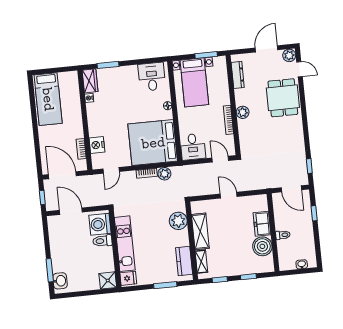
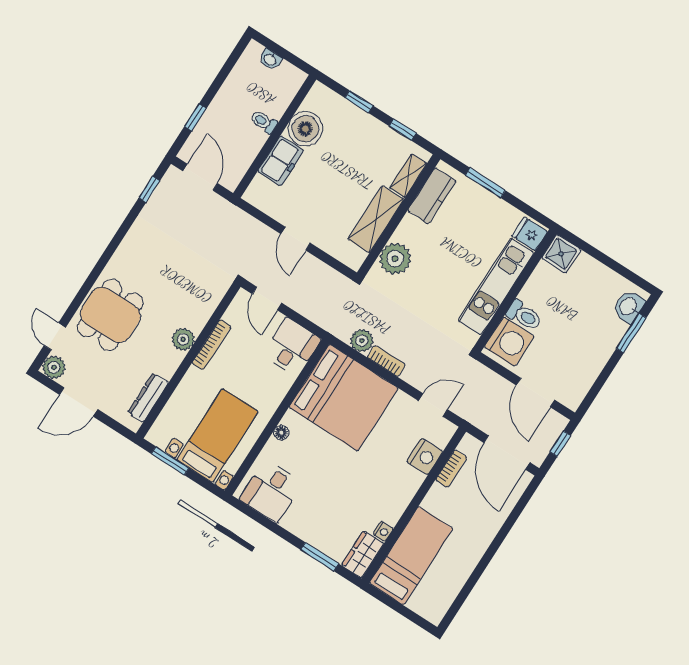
bed: (48, 99) -> (411, 556), moved

